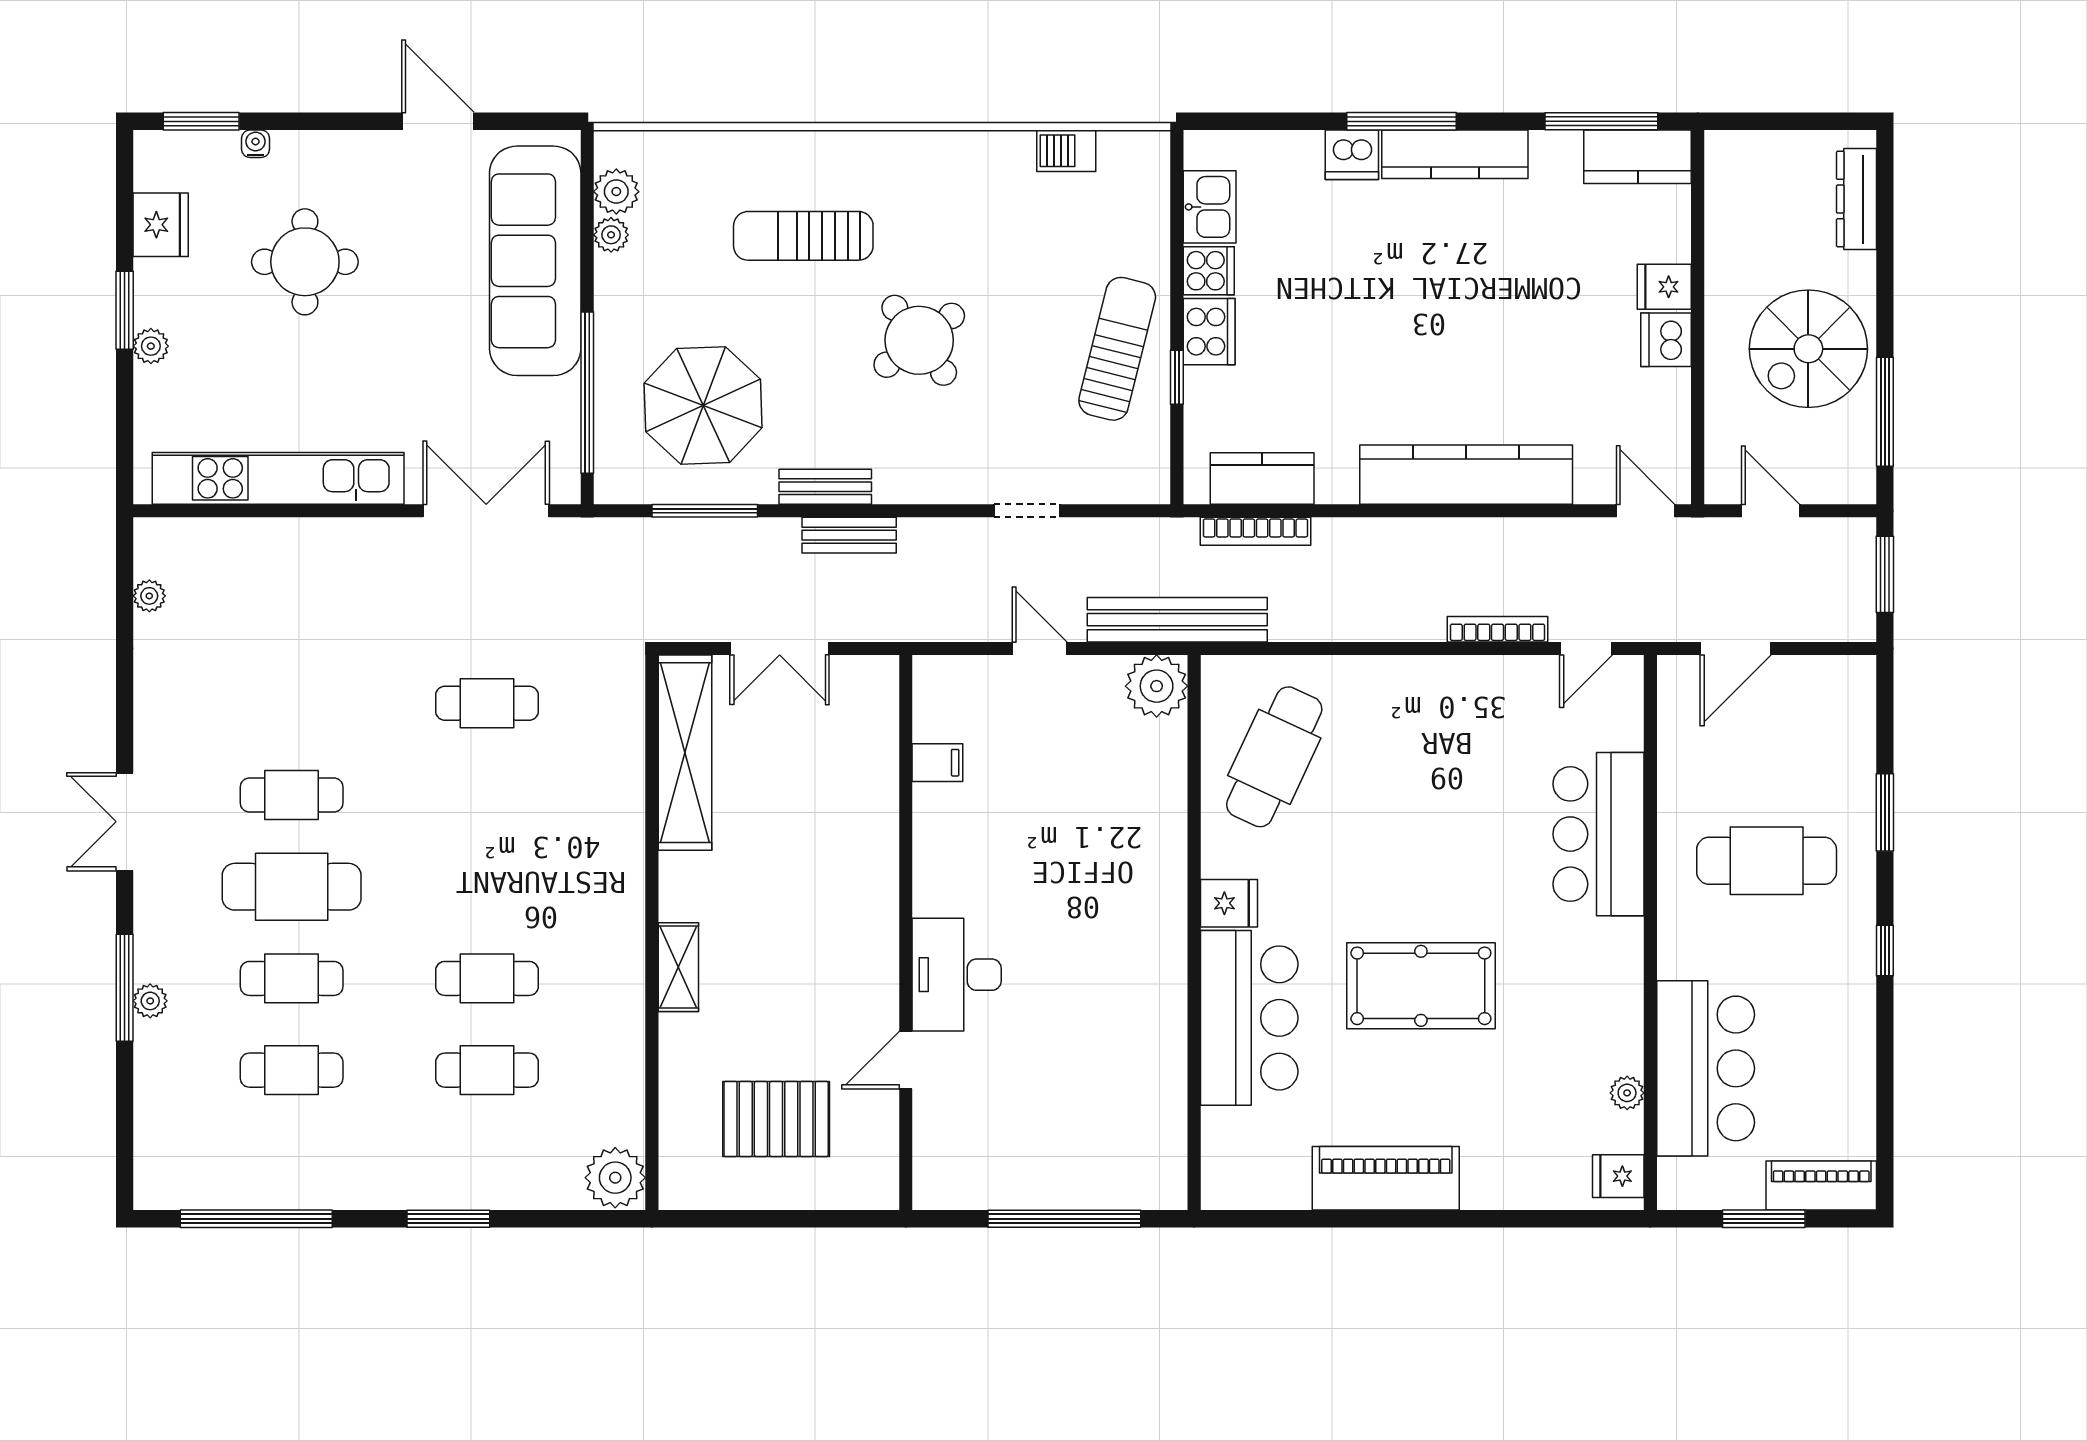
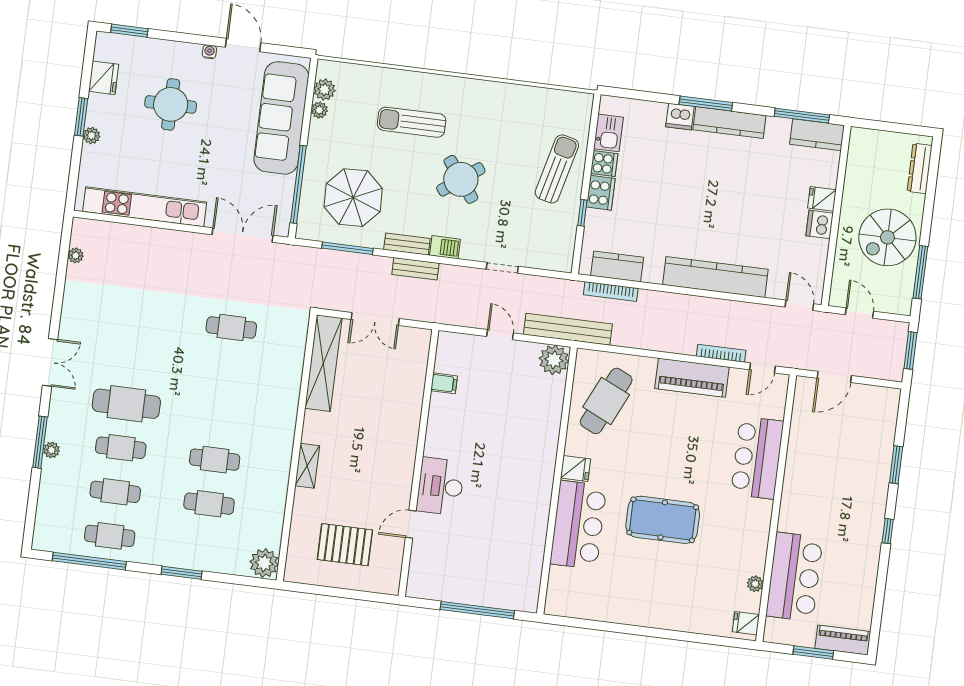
water cooler: (256, 144) -> (209, 52), moved
barbecue: (1066, 151) -> (445, 247), moved, turned 180
sun lounger: (1117, 349) -> (557, 169), moved
cafe table: (292, 795) -> (110, 536), moved
double door: (125, 822) -> (50, 362), swing flipped
cafe table: (1767, 861) -> (836, 481), removed
piano: (1386, 1178) -> (692, 378), moved, turned 180

